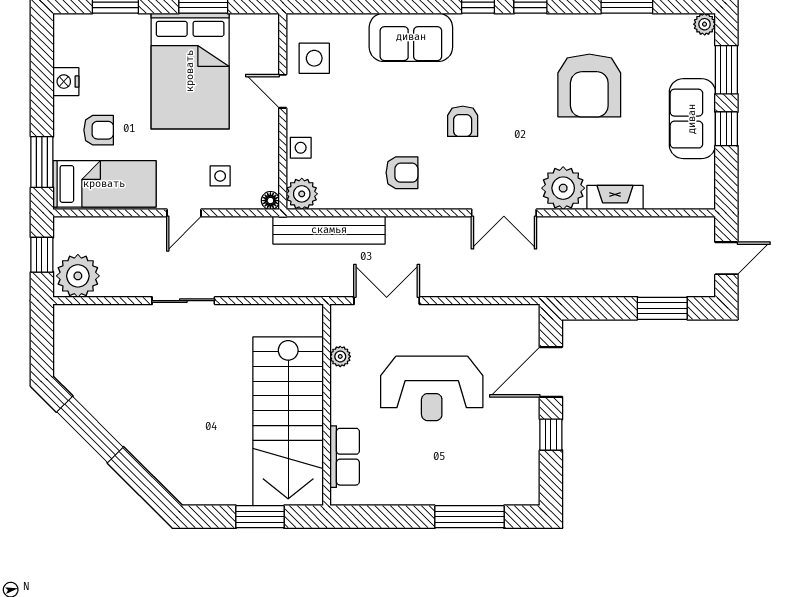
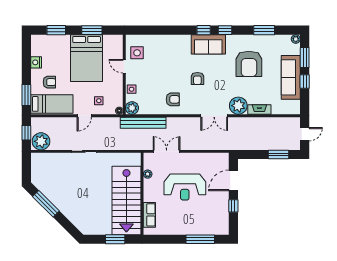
sofa: (411, 37) -> (208, 44), moved
sofa: (692, 119) -> (291, 77), width x1.36

